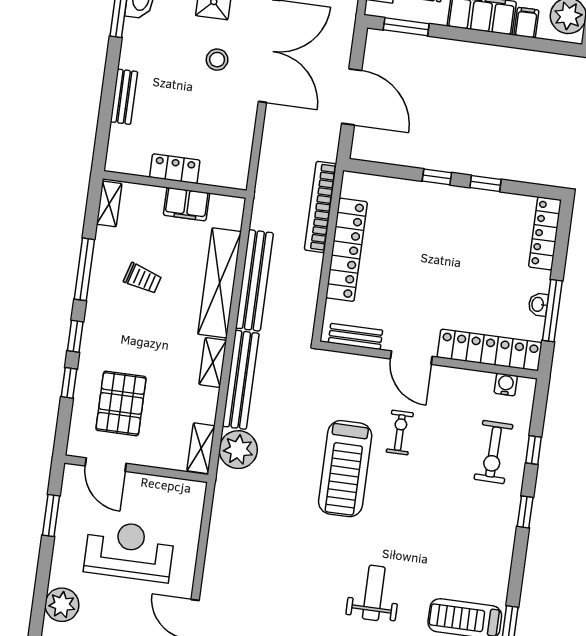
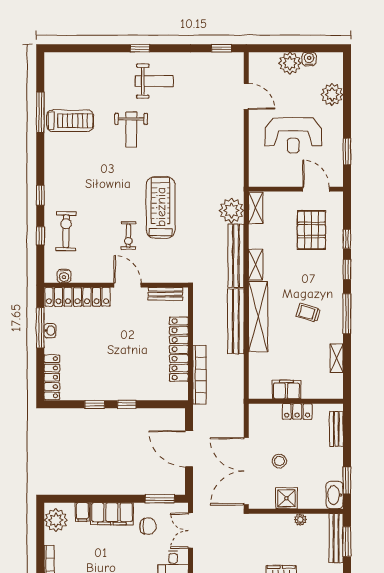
locker: (175, 169) -> (297, 411), moved
wall: (175, 184) -> (296, 401), moved
filing cabinet: (186, 204) -> (286, 390), moved

